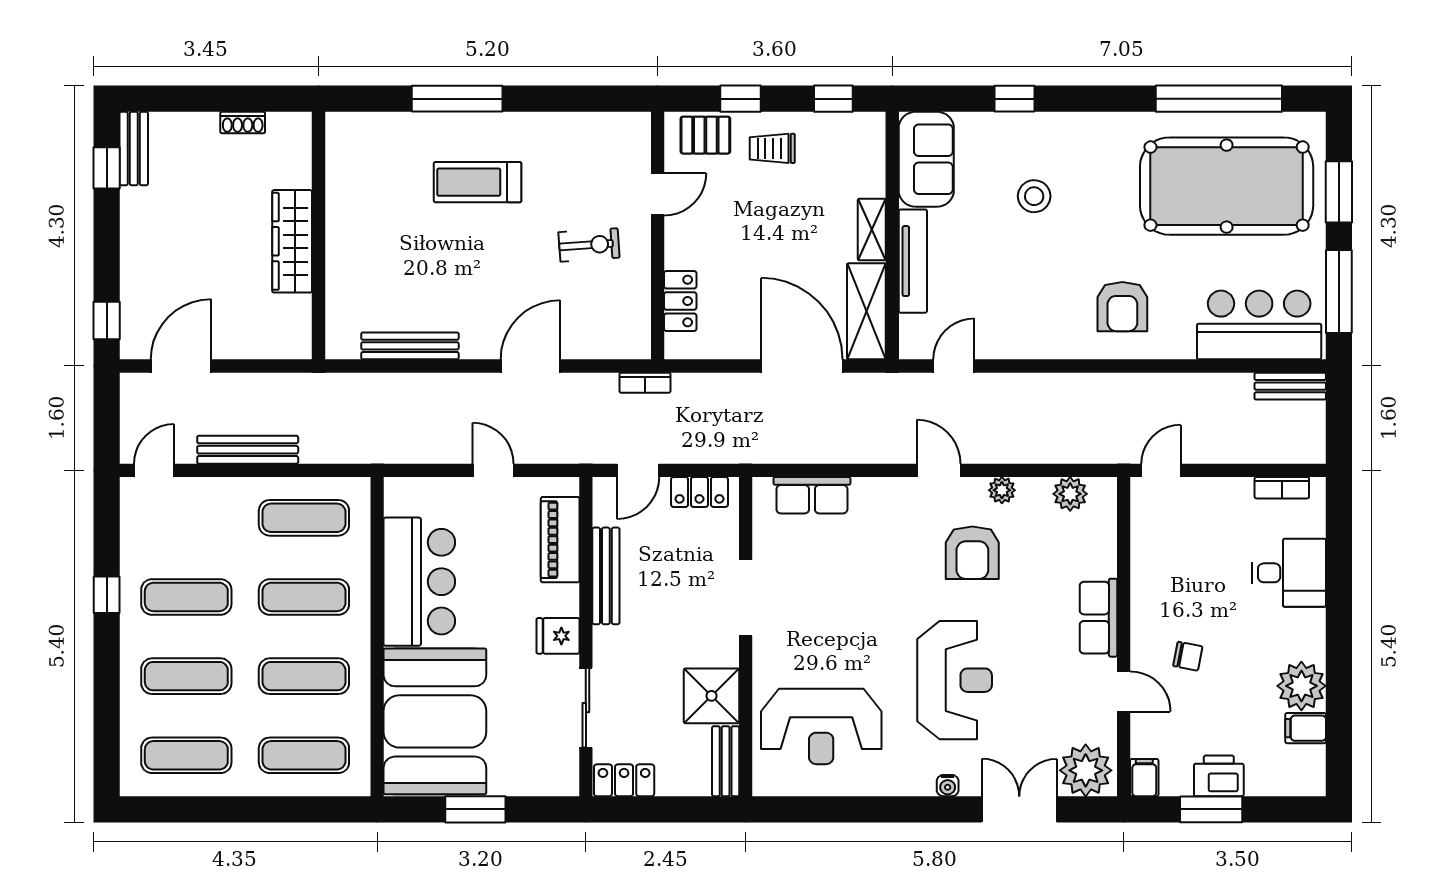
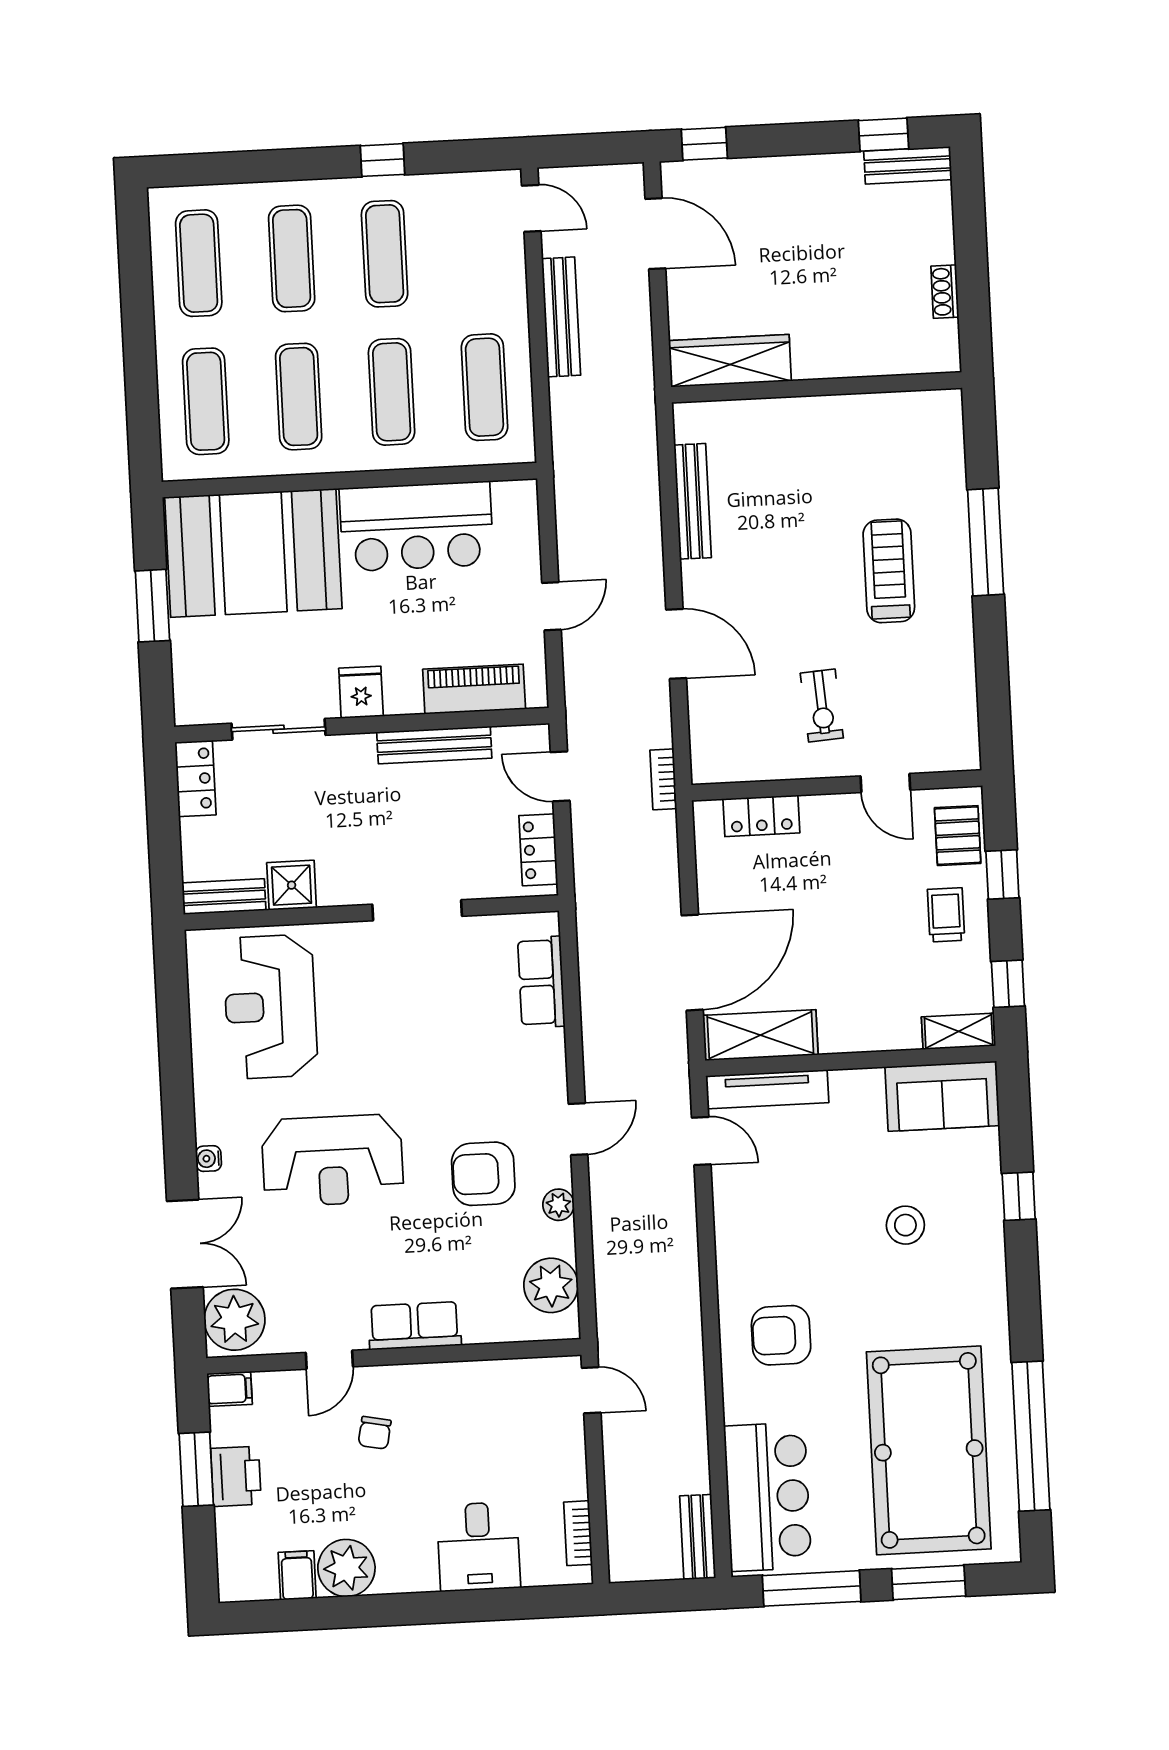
shelving: (872, 230) -> (959, 1031), moved
wardrobe: (292, 241) -> (730, 361), moved
tv unit: (913, 261) -> (767, 1089), moved
plant: (1070, 494) -> (551, 1285), width x1.36, depth x1.36
shower: (711, 696) -> (292, 885), width x0.73, depth x0.73

